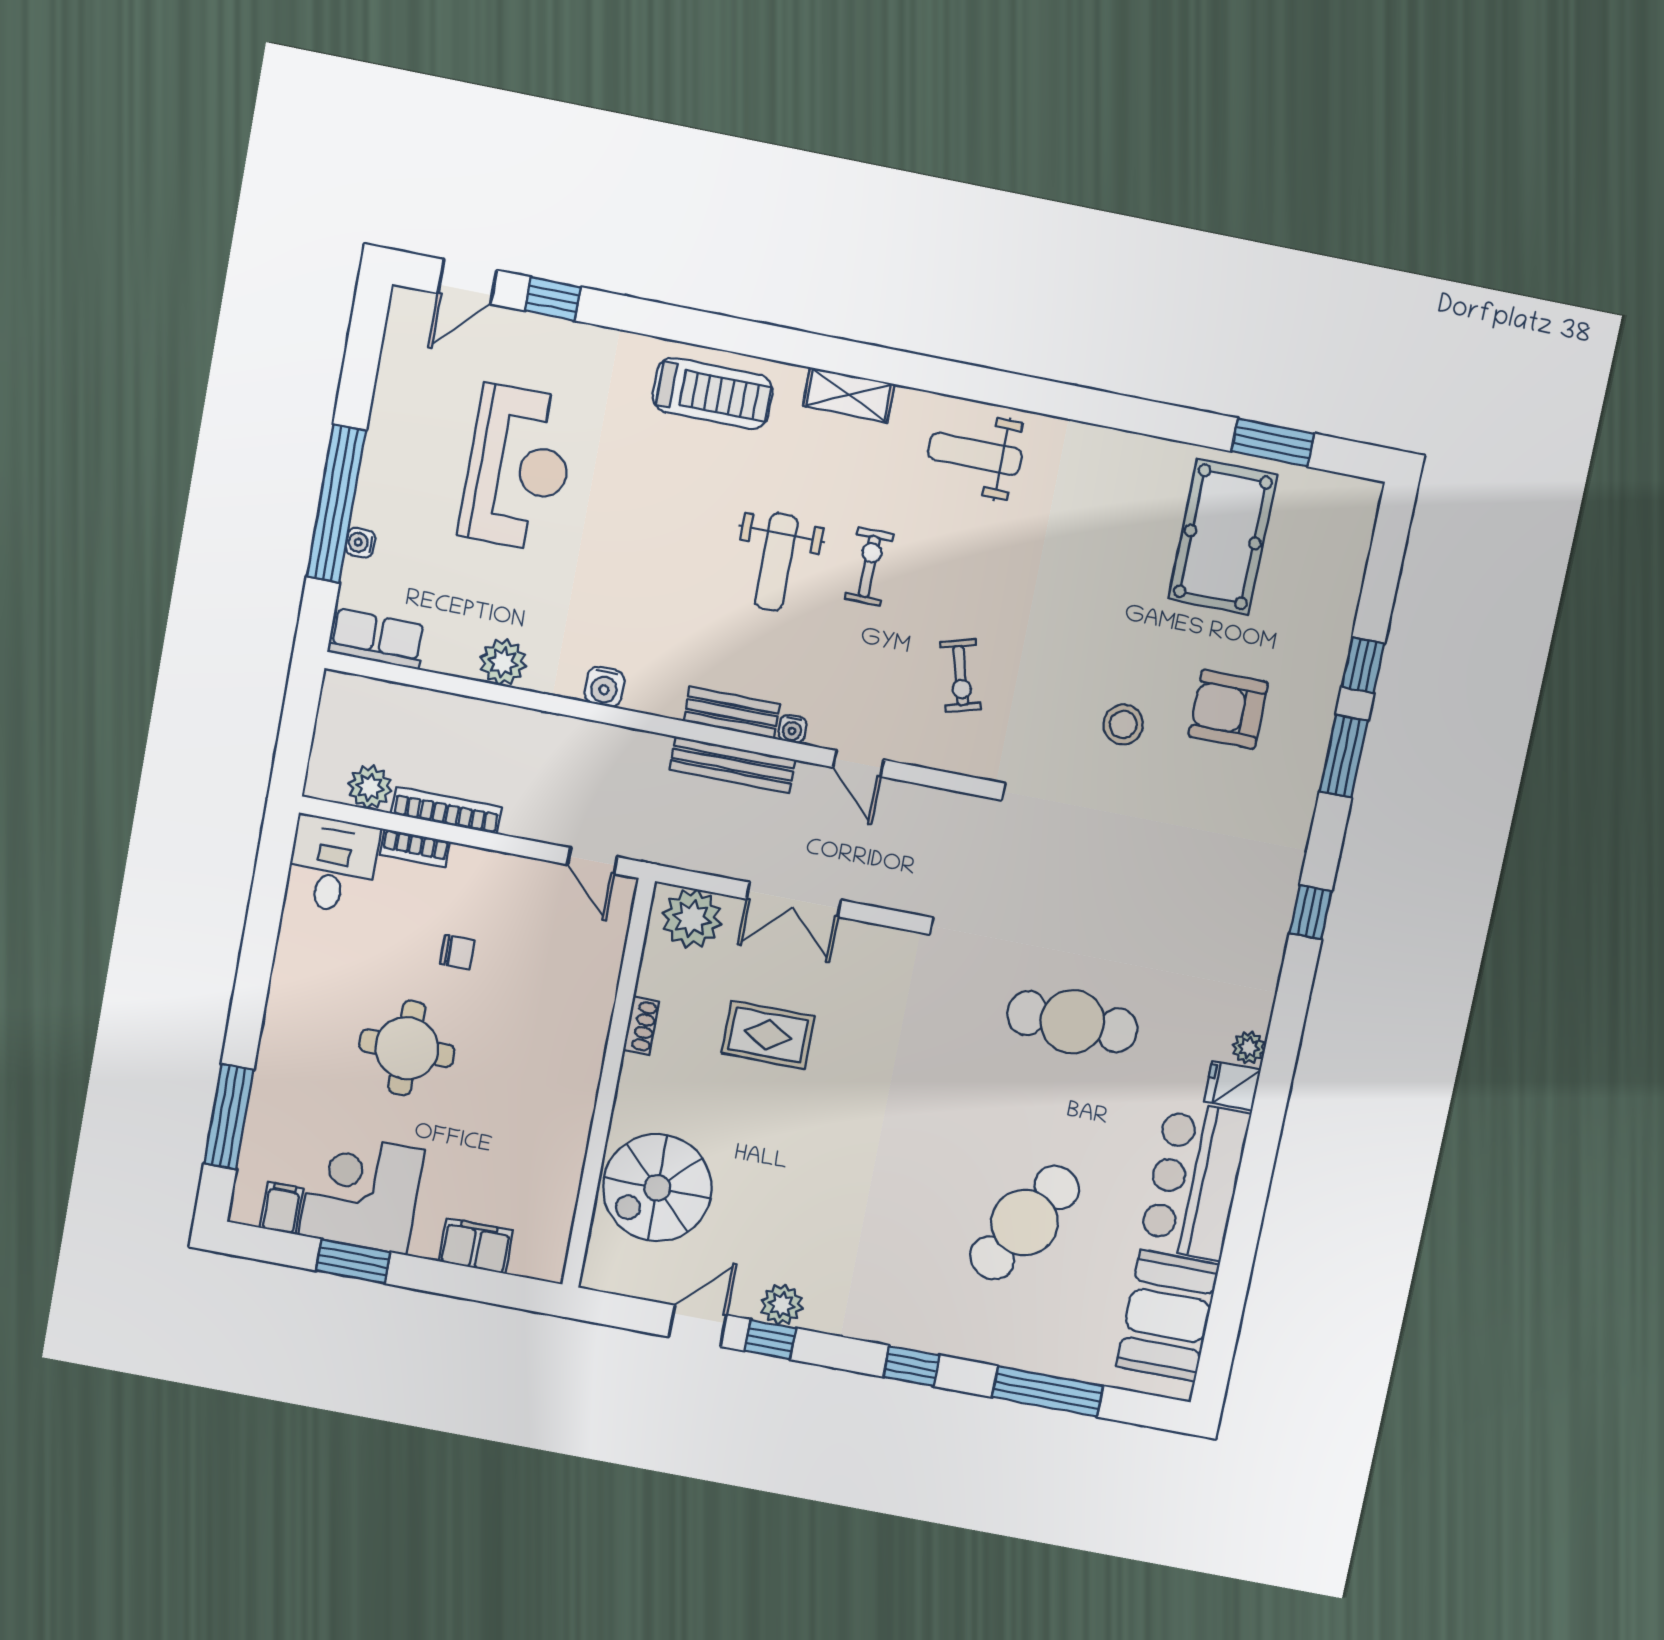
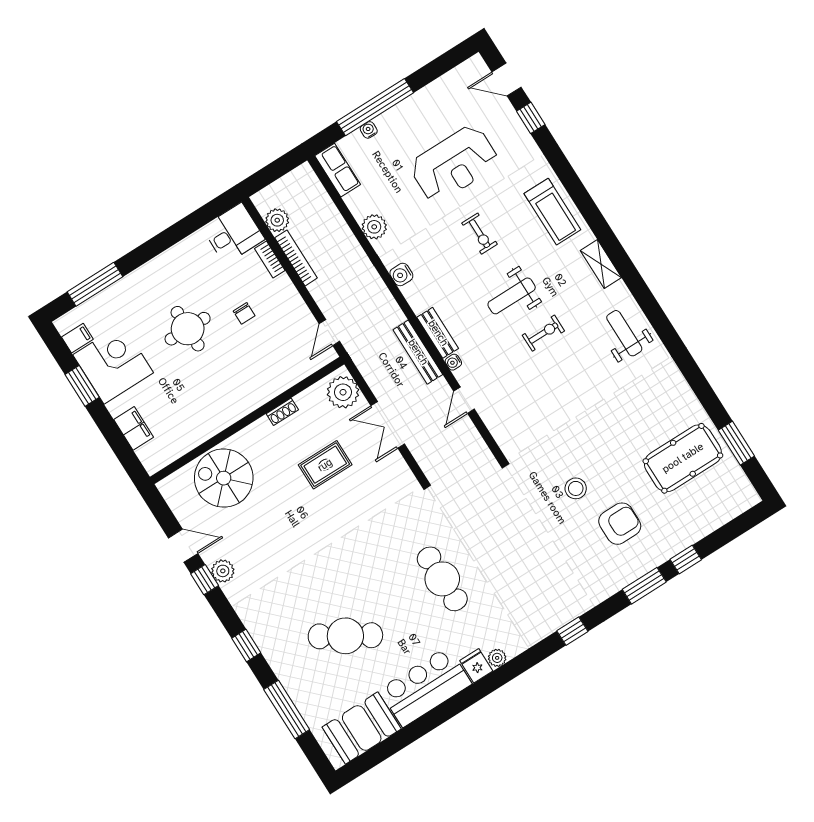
exercise bike: (961, 676) -> (480, 234), moved, turned -74
armchair: (1228, 709) -> (620, 524), turned 90
rug: (768, 1035) -> (325, 465), turned 90

